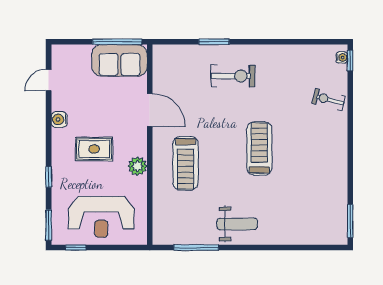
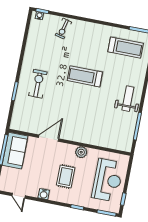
treadmill: (186, 163) -> (126, 48), moved

